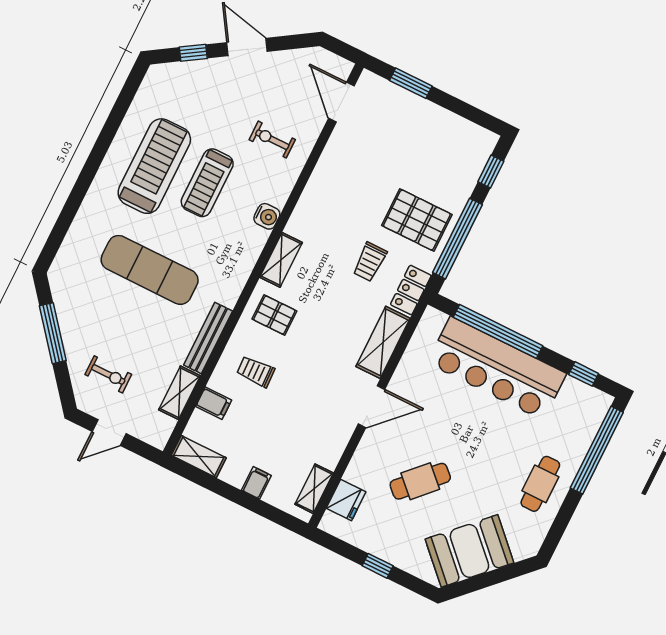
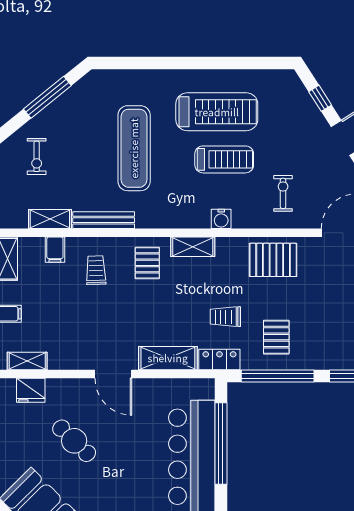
treadmill: (207, 183) -> (224, 159), turned 180
pallet: (336, 184) -> (273, 260), added
pallet: (417, 220) -> (276, 337), width x0.67, depth x0.71

